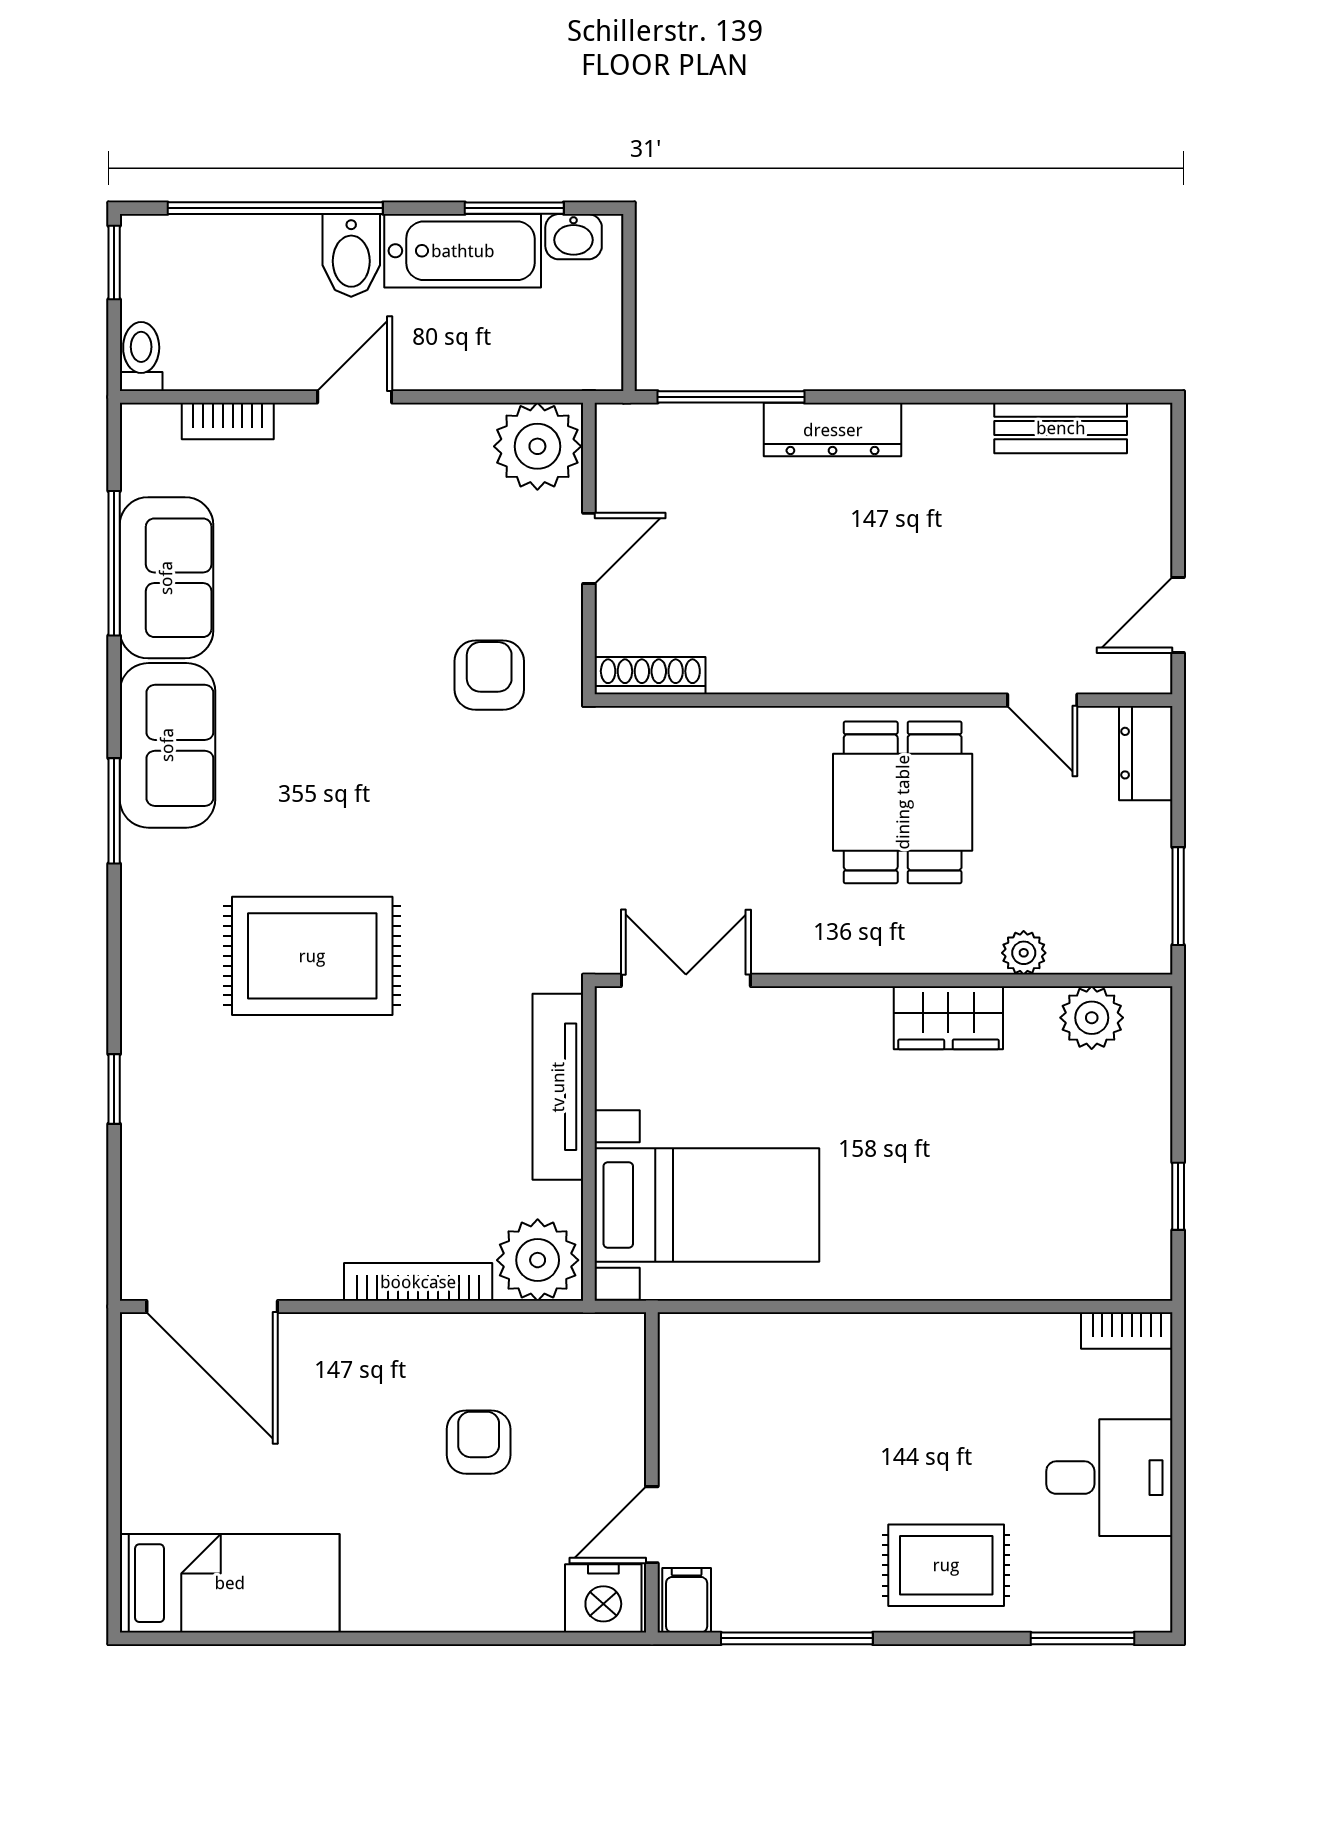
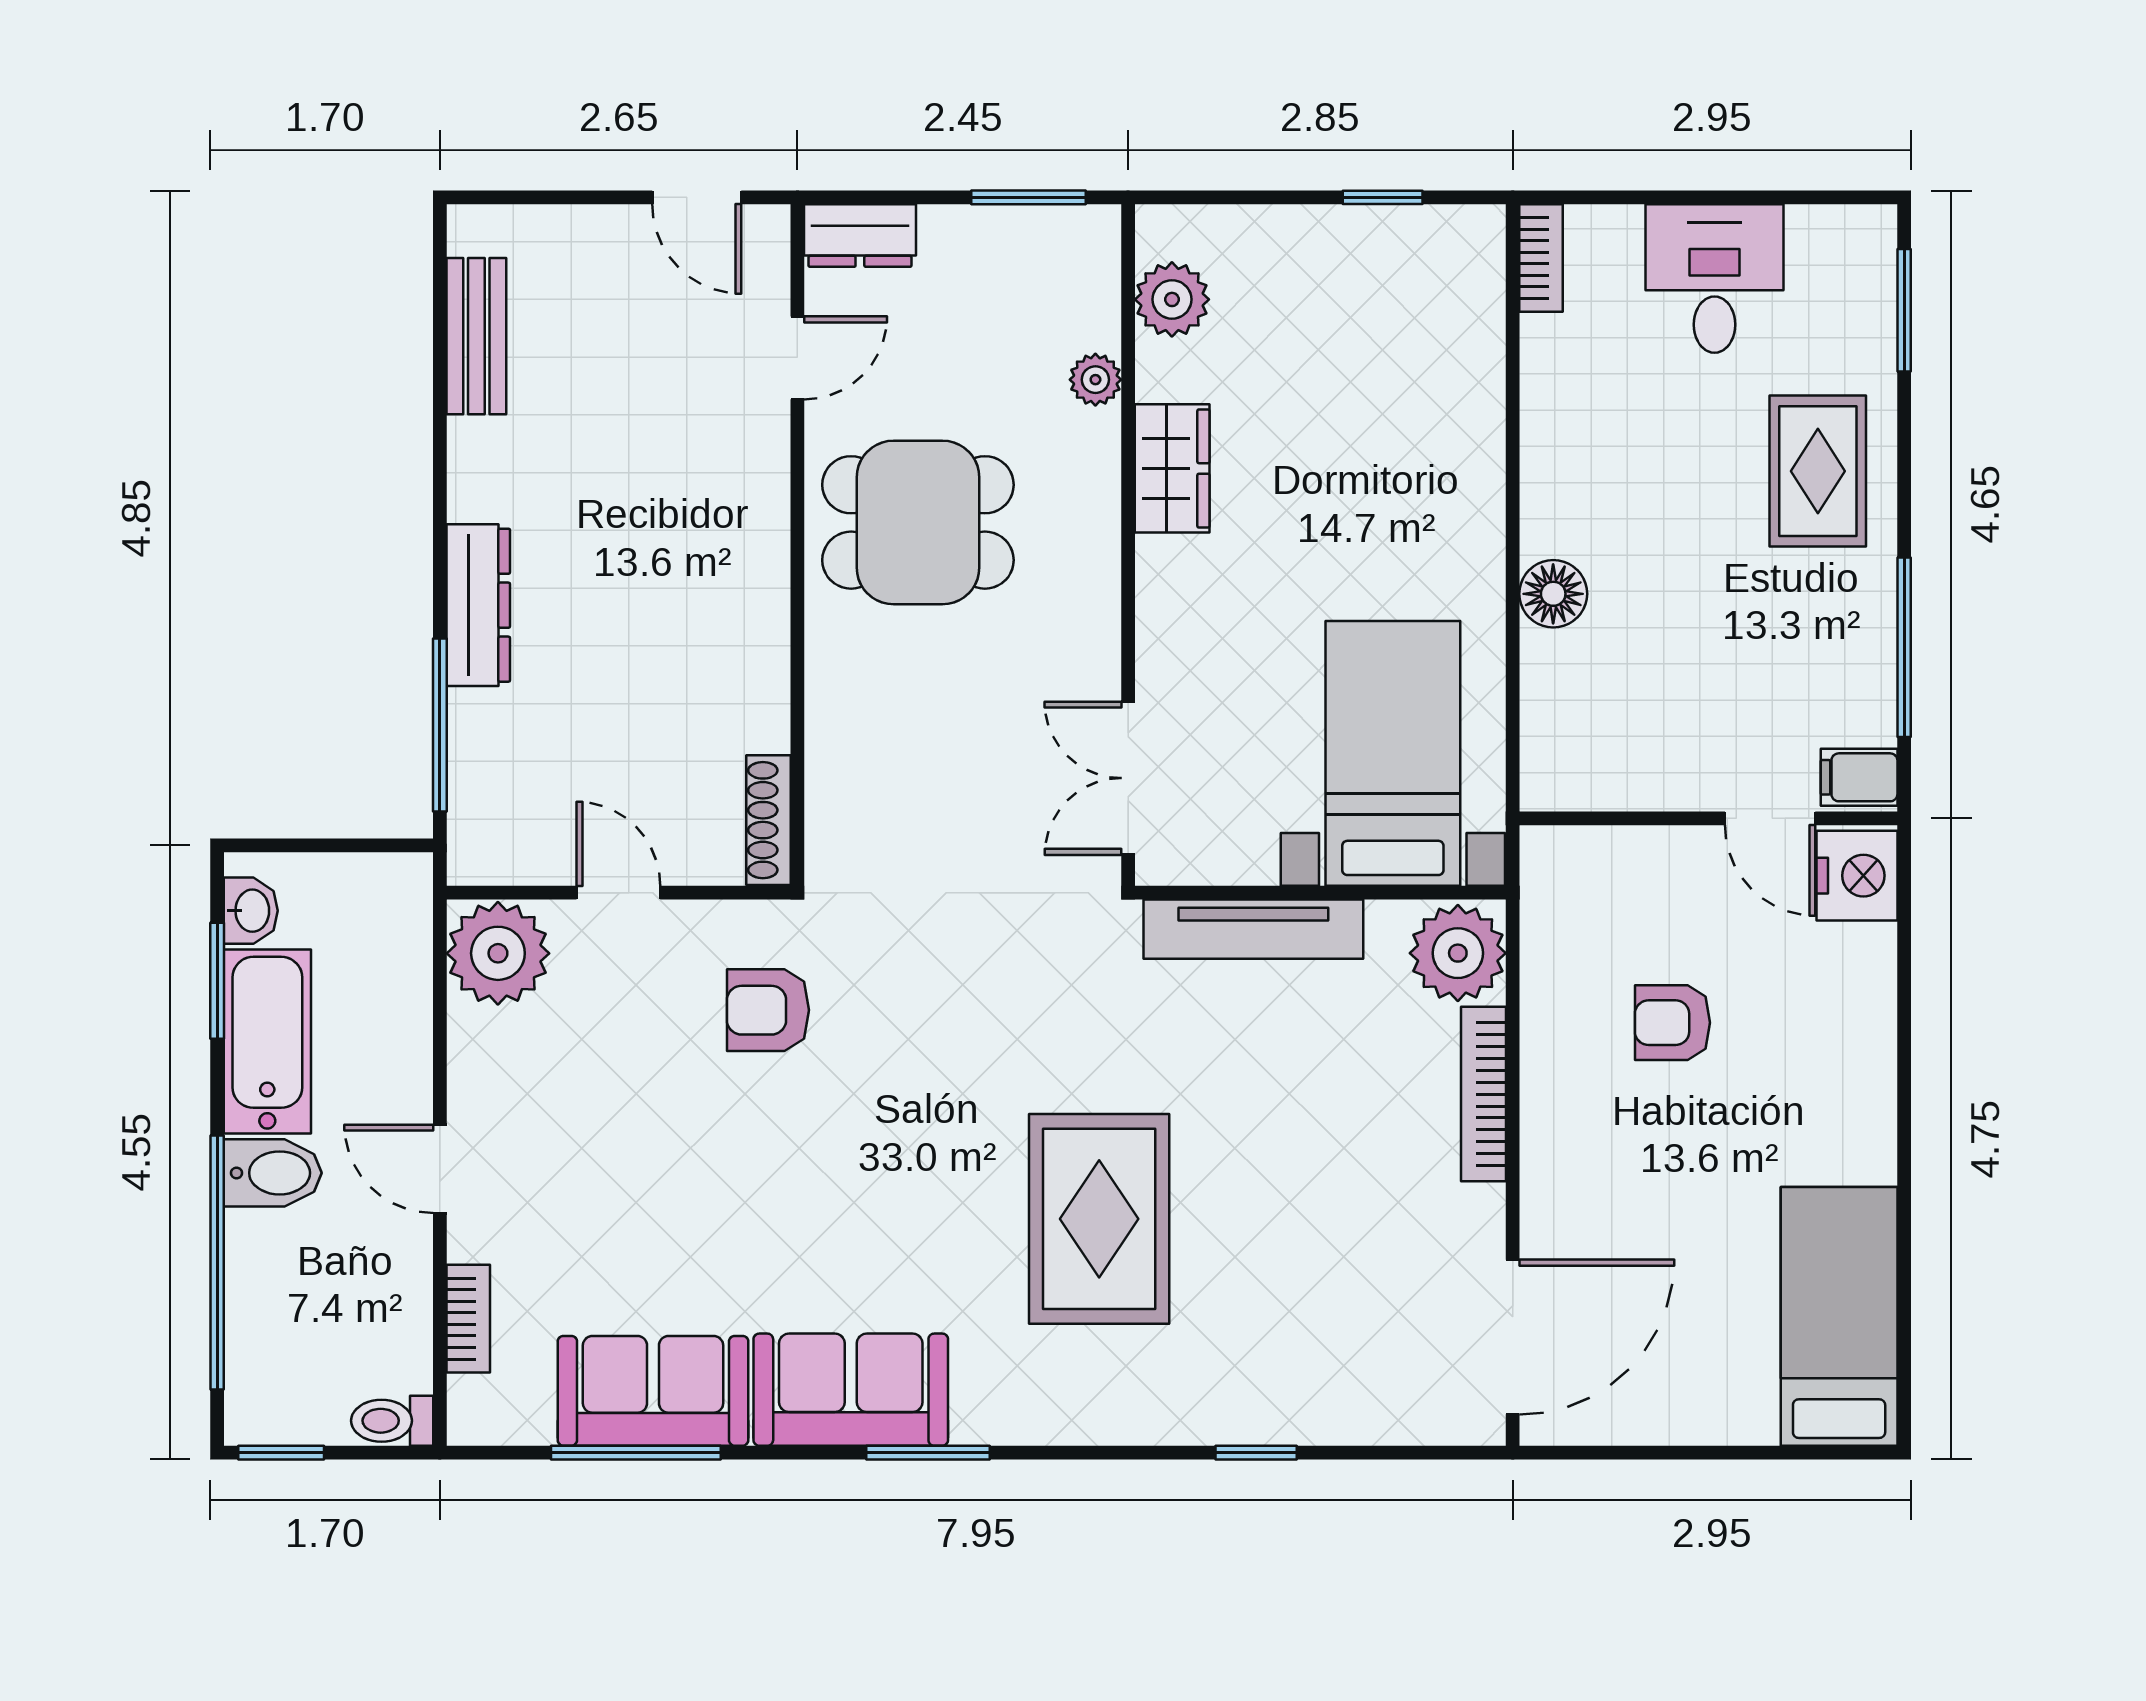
floor lamp: (842, 1341) -> (1553, 594), added

